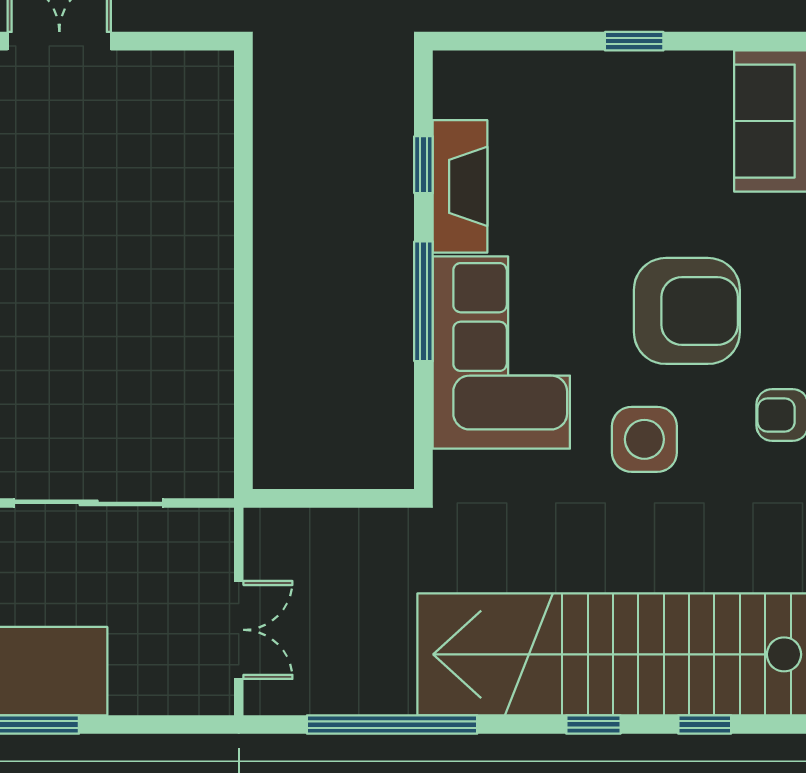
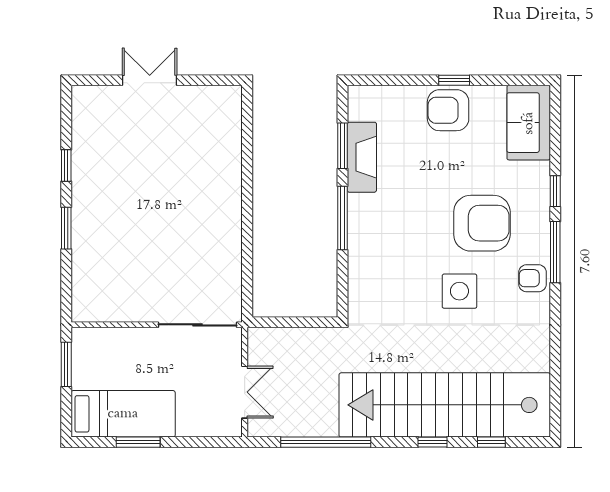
armchair: (623, 98) -> (448, 110), added
window: (423, 165) -> (342, 146), width x1.50
corner sofa: (501, 353) -> (384, 245), removed
sliding door: (89, 503) -> (197, 325), moved

